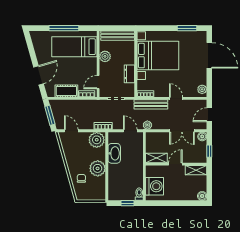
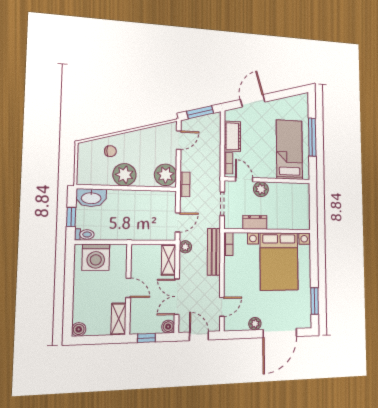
bench: (118, 36) -> (304, 207), removed
plant: (105, 56) -> (261, 189), moved
door: (39, 75) -> (253, 101), swing flipped
plant: (202, 89) -> (255, 324), moved
door: (176, 98) -> (222, 307), moved
washbasin: (114, 153) -> (91, 198), moved
shelving: (156, 158) -> (169, 260), moved

